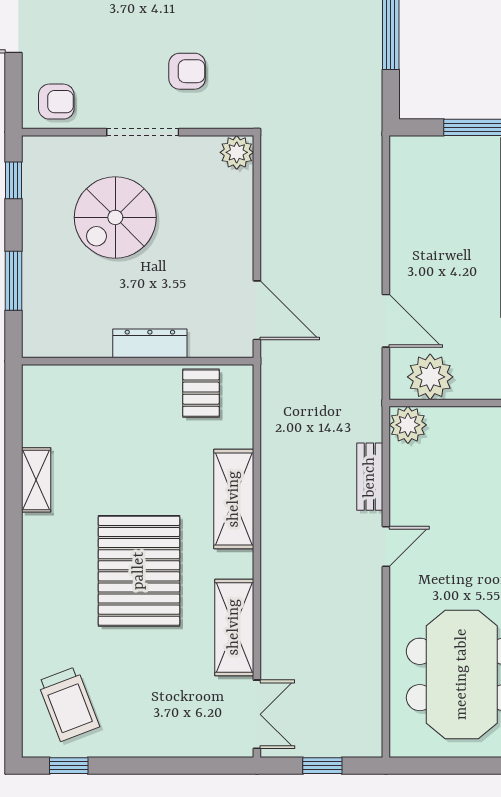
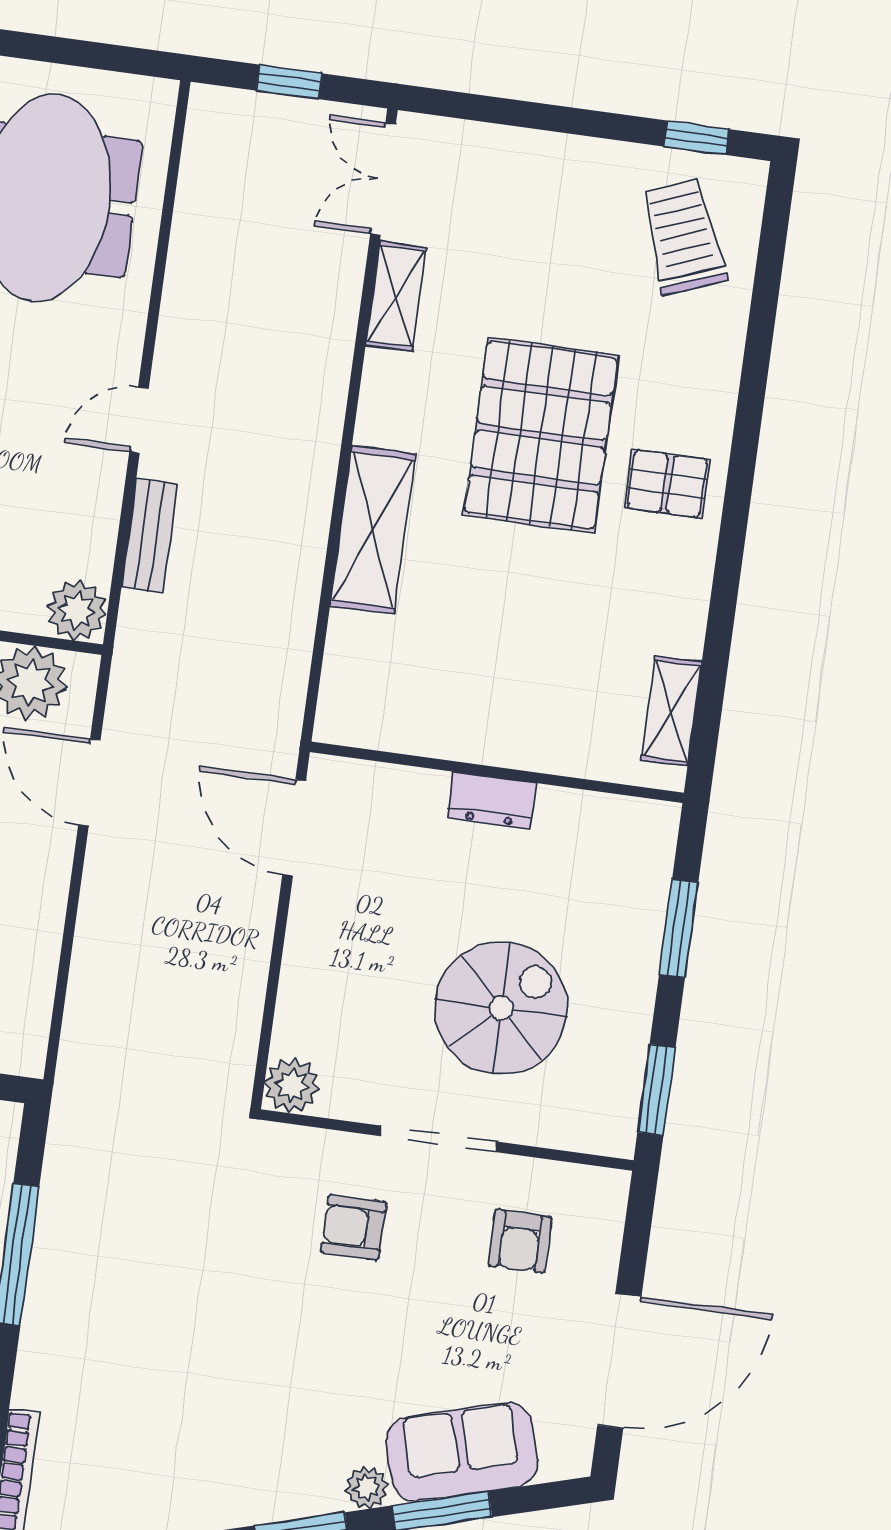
armchair: (56, 102) -> (520, 1241), moved, turned -90
window: (14, 180) -> (656, 1090), width x1.50
dresser: (150, 343) -> (491, 801), width x0.70
pallet: (201, 393) -> (667, 484), moved, turned 90
shelving: (36, 480) -> (671, 711), moved
shelving: (234, 627) -> (396, 296), width x0.67, depth x0.75

